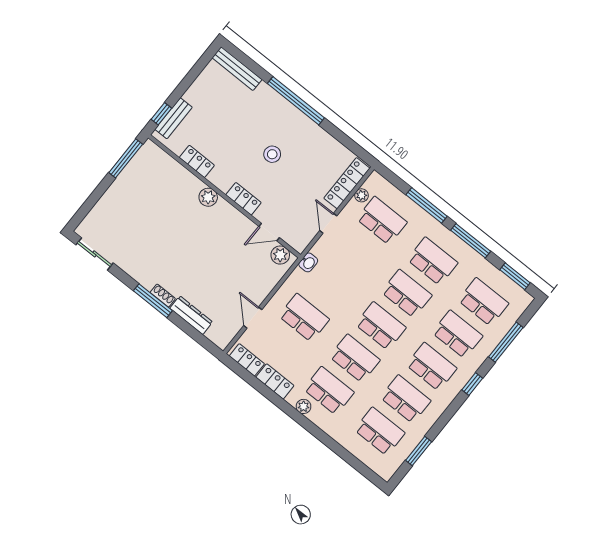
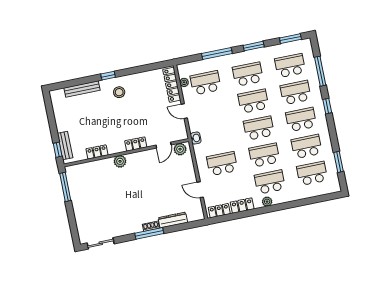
bench: (237, 69) -> (82, 89), moved
window: (296, 101) -> (108, 76), width x0.32
stool: (272, 154) -> (119, 92), moved
window: (471, 241) -> (254, 46), width x0.69

